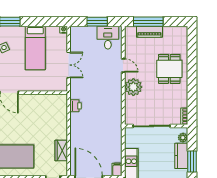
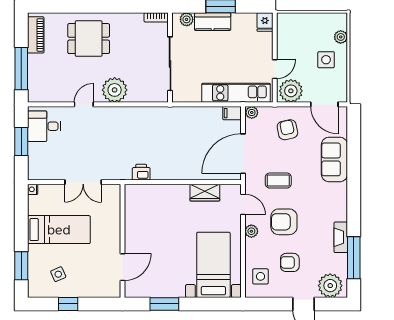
piano: (149, 32) -> (36, 35), moved
double door: (69, 65) -> (83, 182), swing flipped

